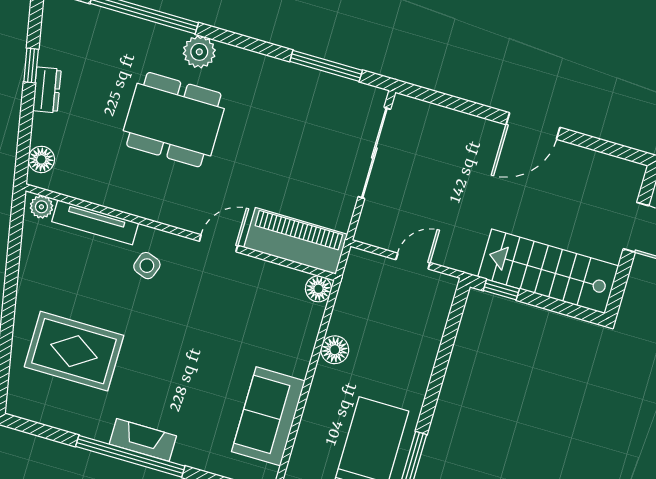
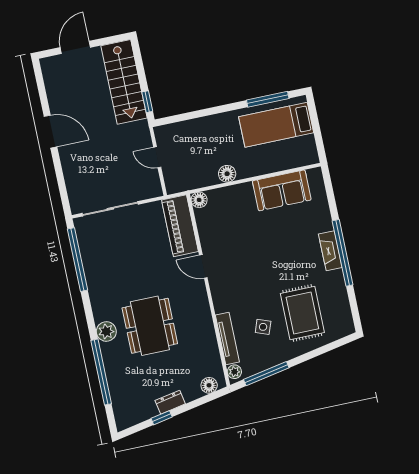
window: (326, 66) -> (78, 260), width x1.46
window: (14, 252) -> (266, 374), added
side table: (147, 266) -> (263, 327), moved

